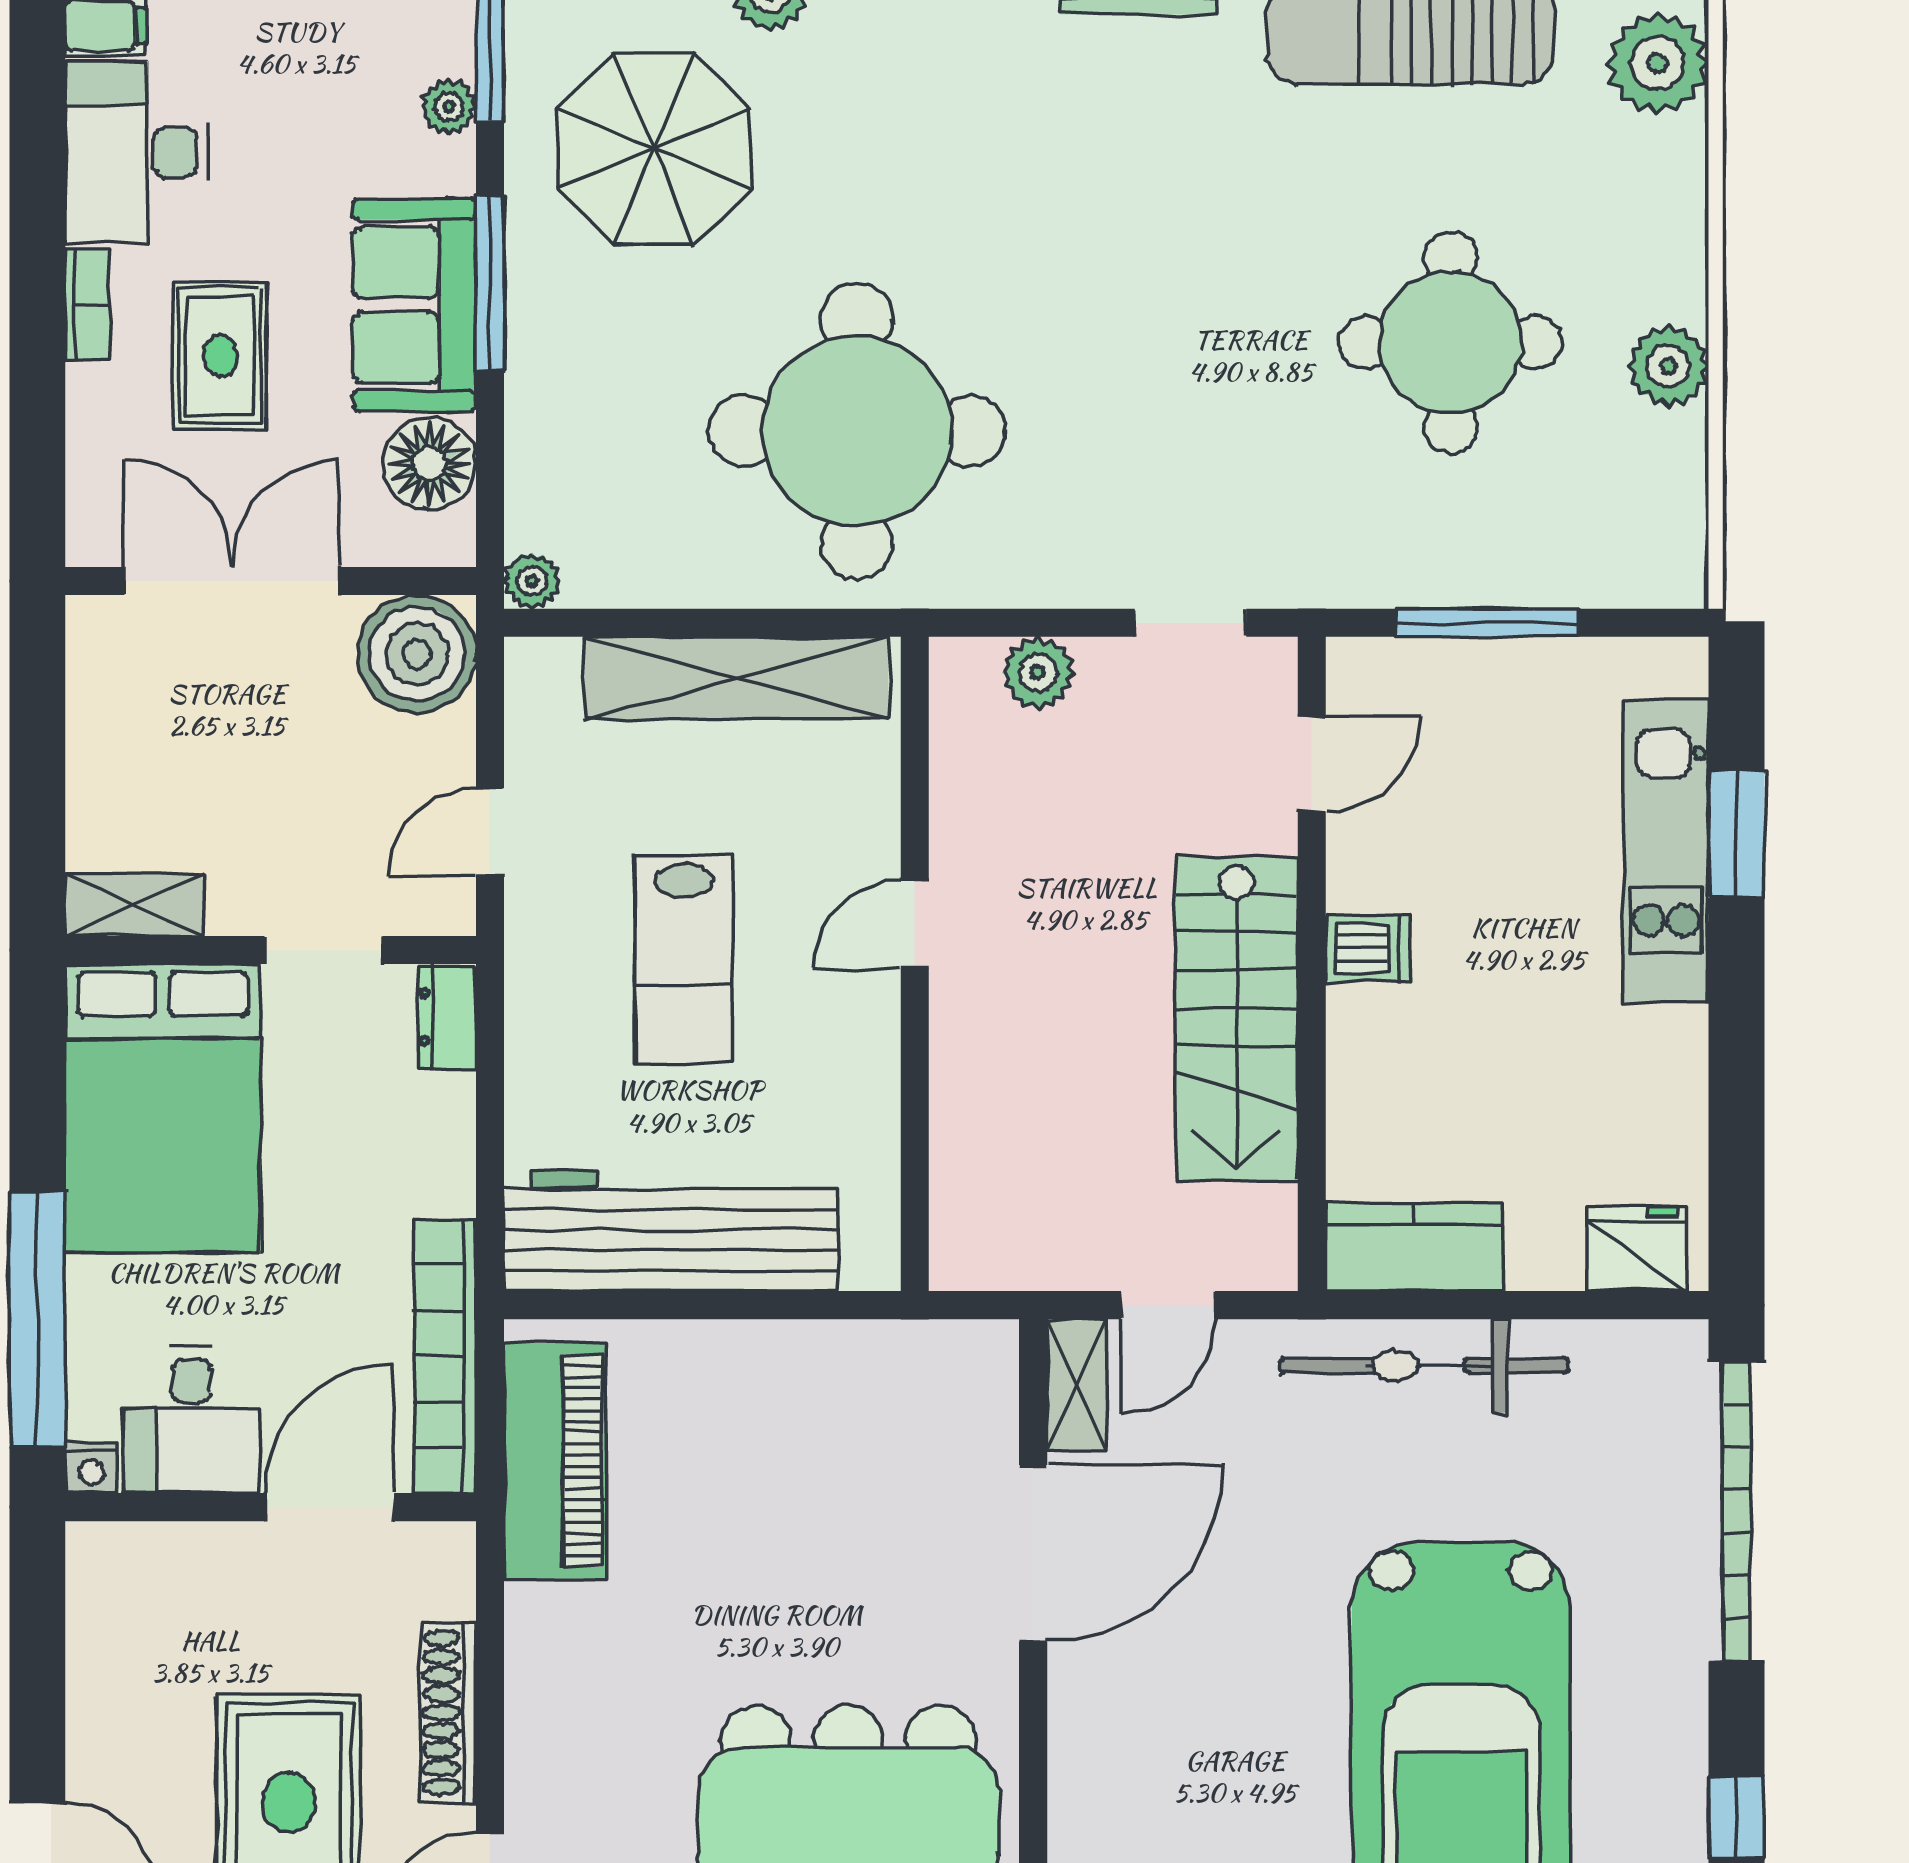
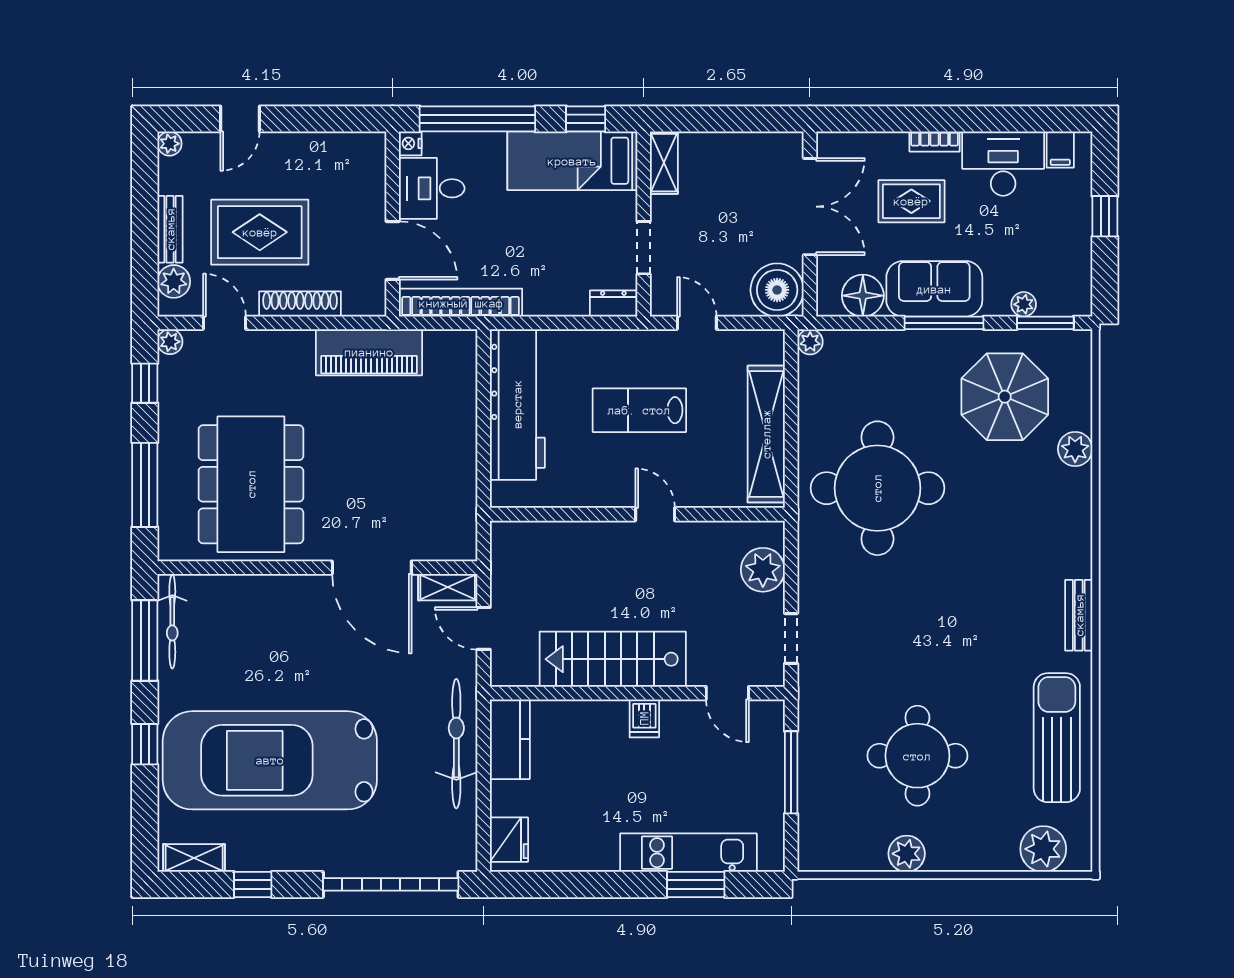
plant: (1038, 672) -> (763, 570), width x1.36, depth x1.36
window: (37, 1079) -> (586, 119), added
bed: (163, 1108) -> (572, 161), width x0.67
piano: (555, 1461) -> (369, 352), moved

